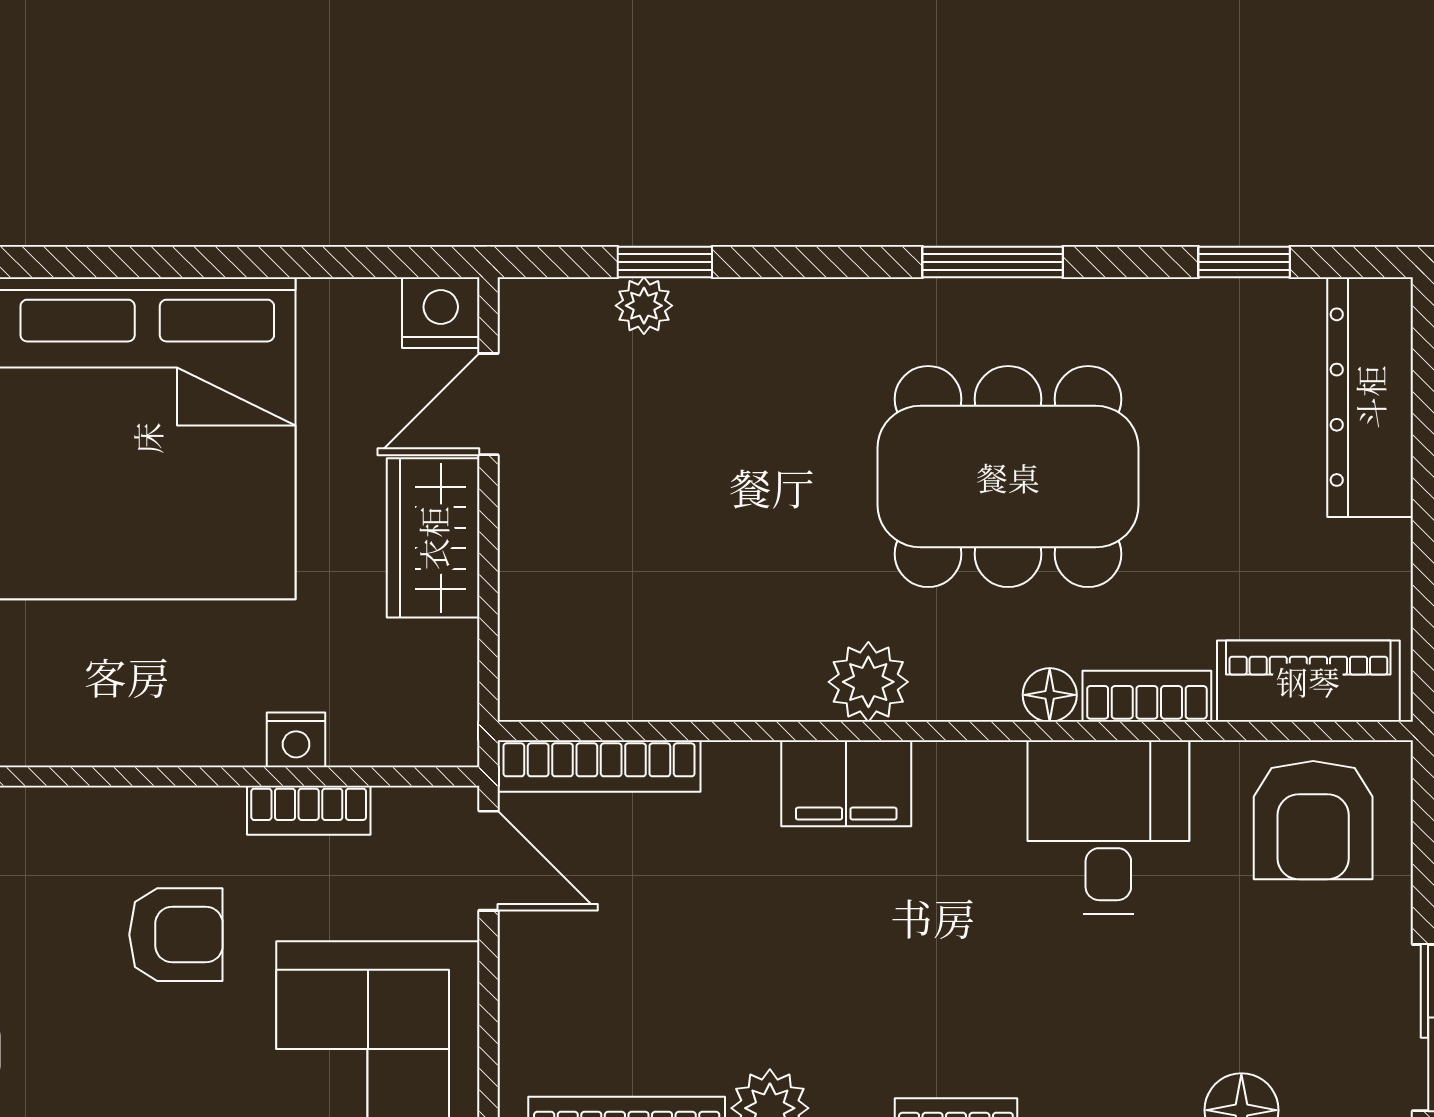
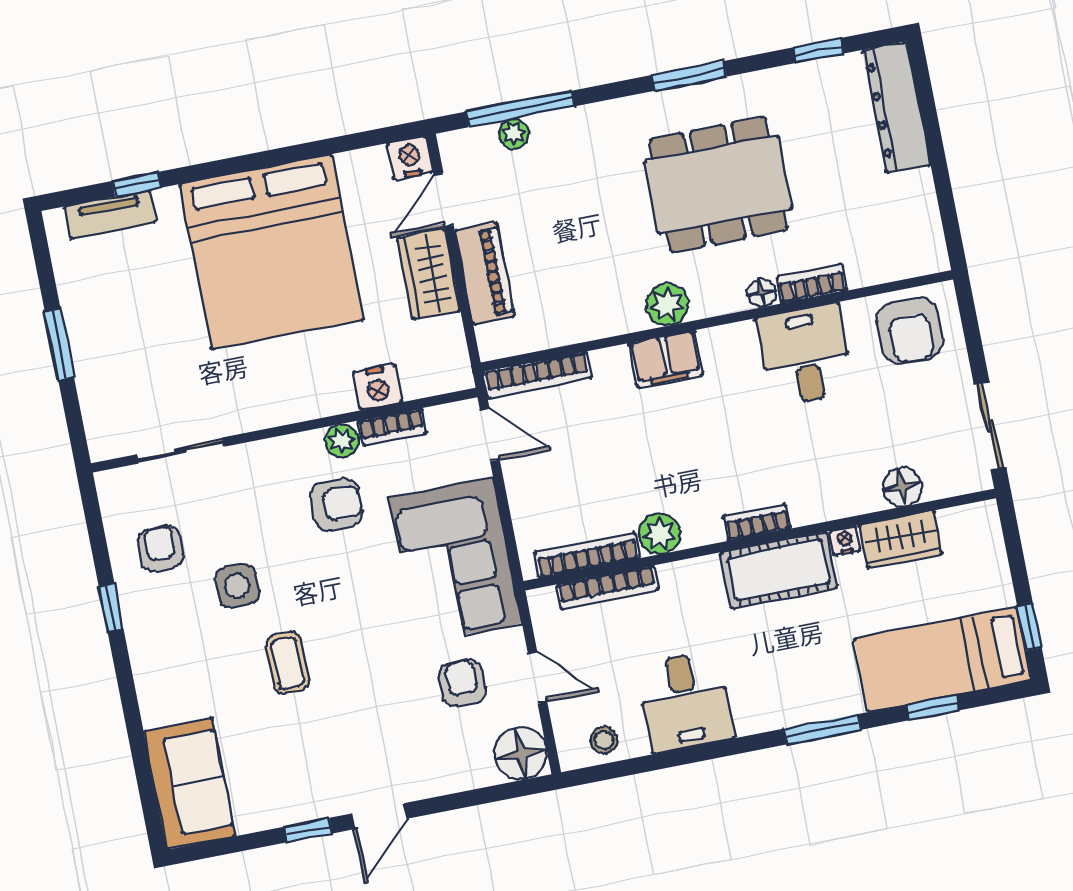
window: (665, 262) -> (520, 109), width x2.17
piano: (1308, 681) -> (485, 273), moved, turned 90
nightstand: (296, 740) -> (378, 387), width x1.39, depth x1.35
plant: (209, 818) -> (342, 441), added

